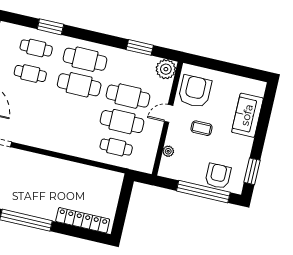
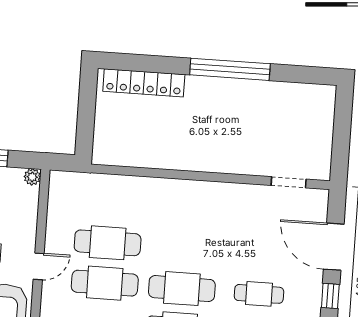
cafe table: (116, 147) -> (110, 202), removed
plant: (168, 151) -> (32, 177), moved

